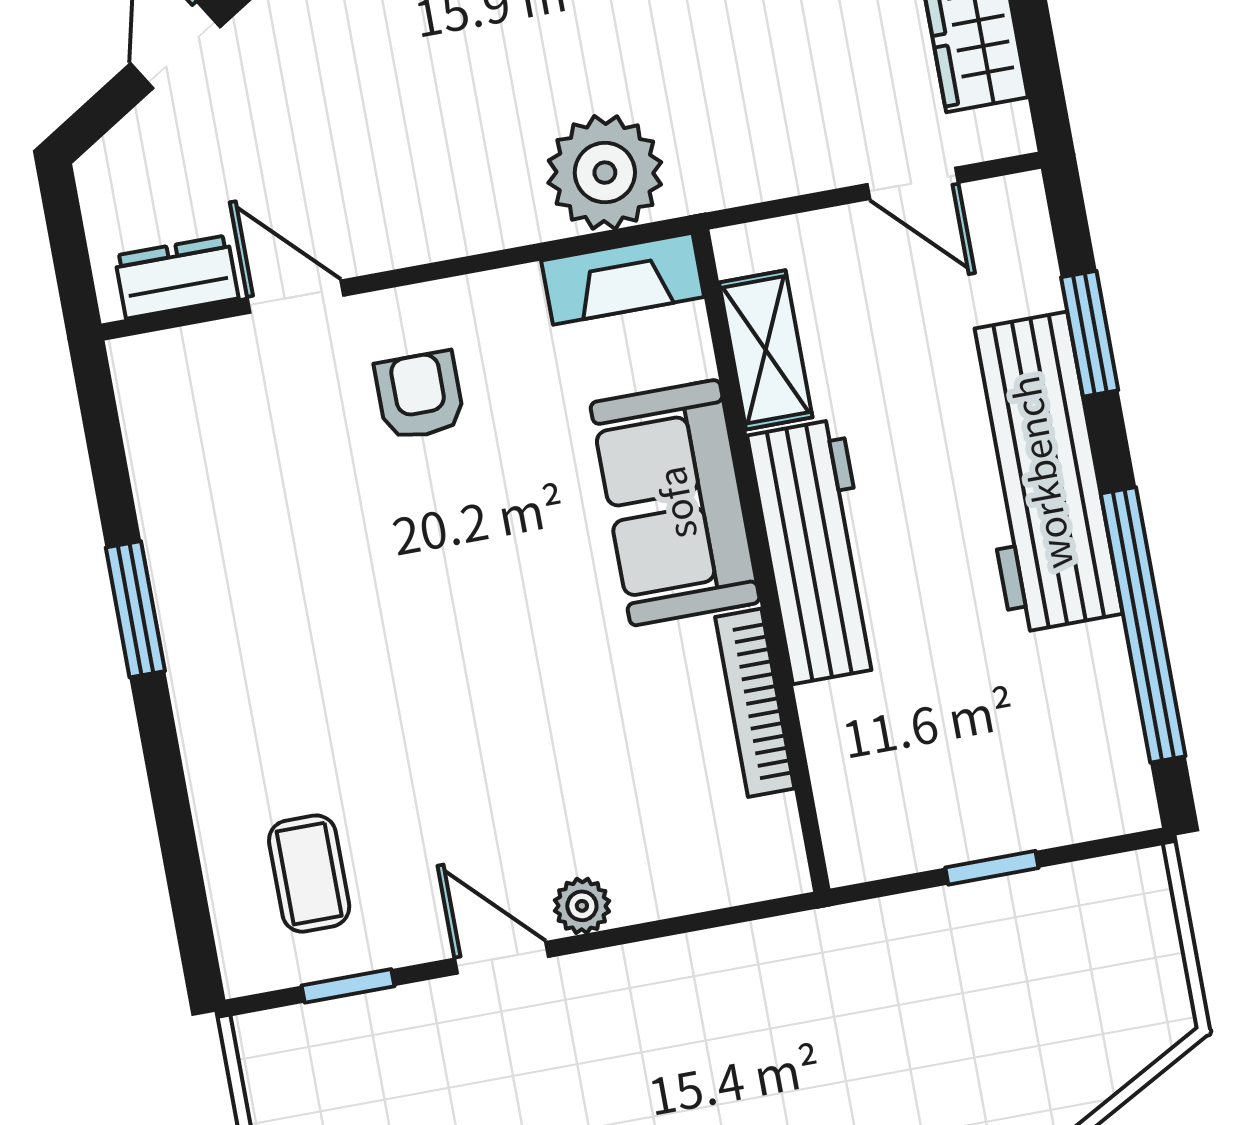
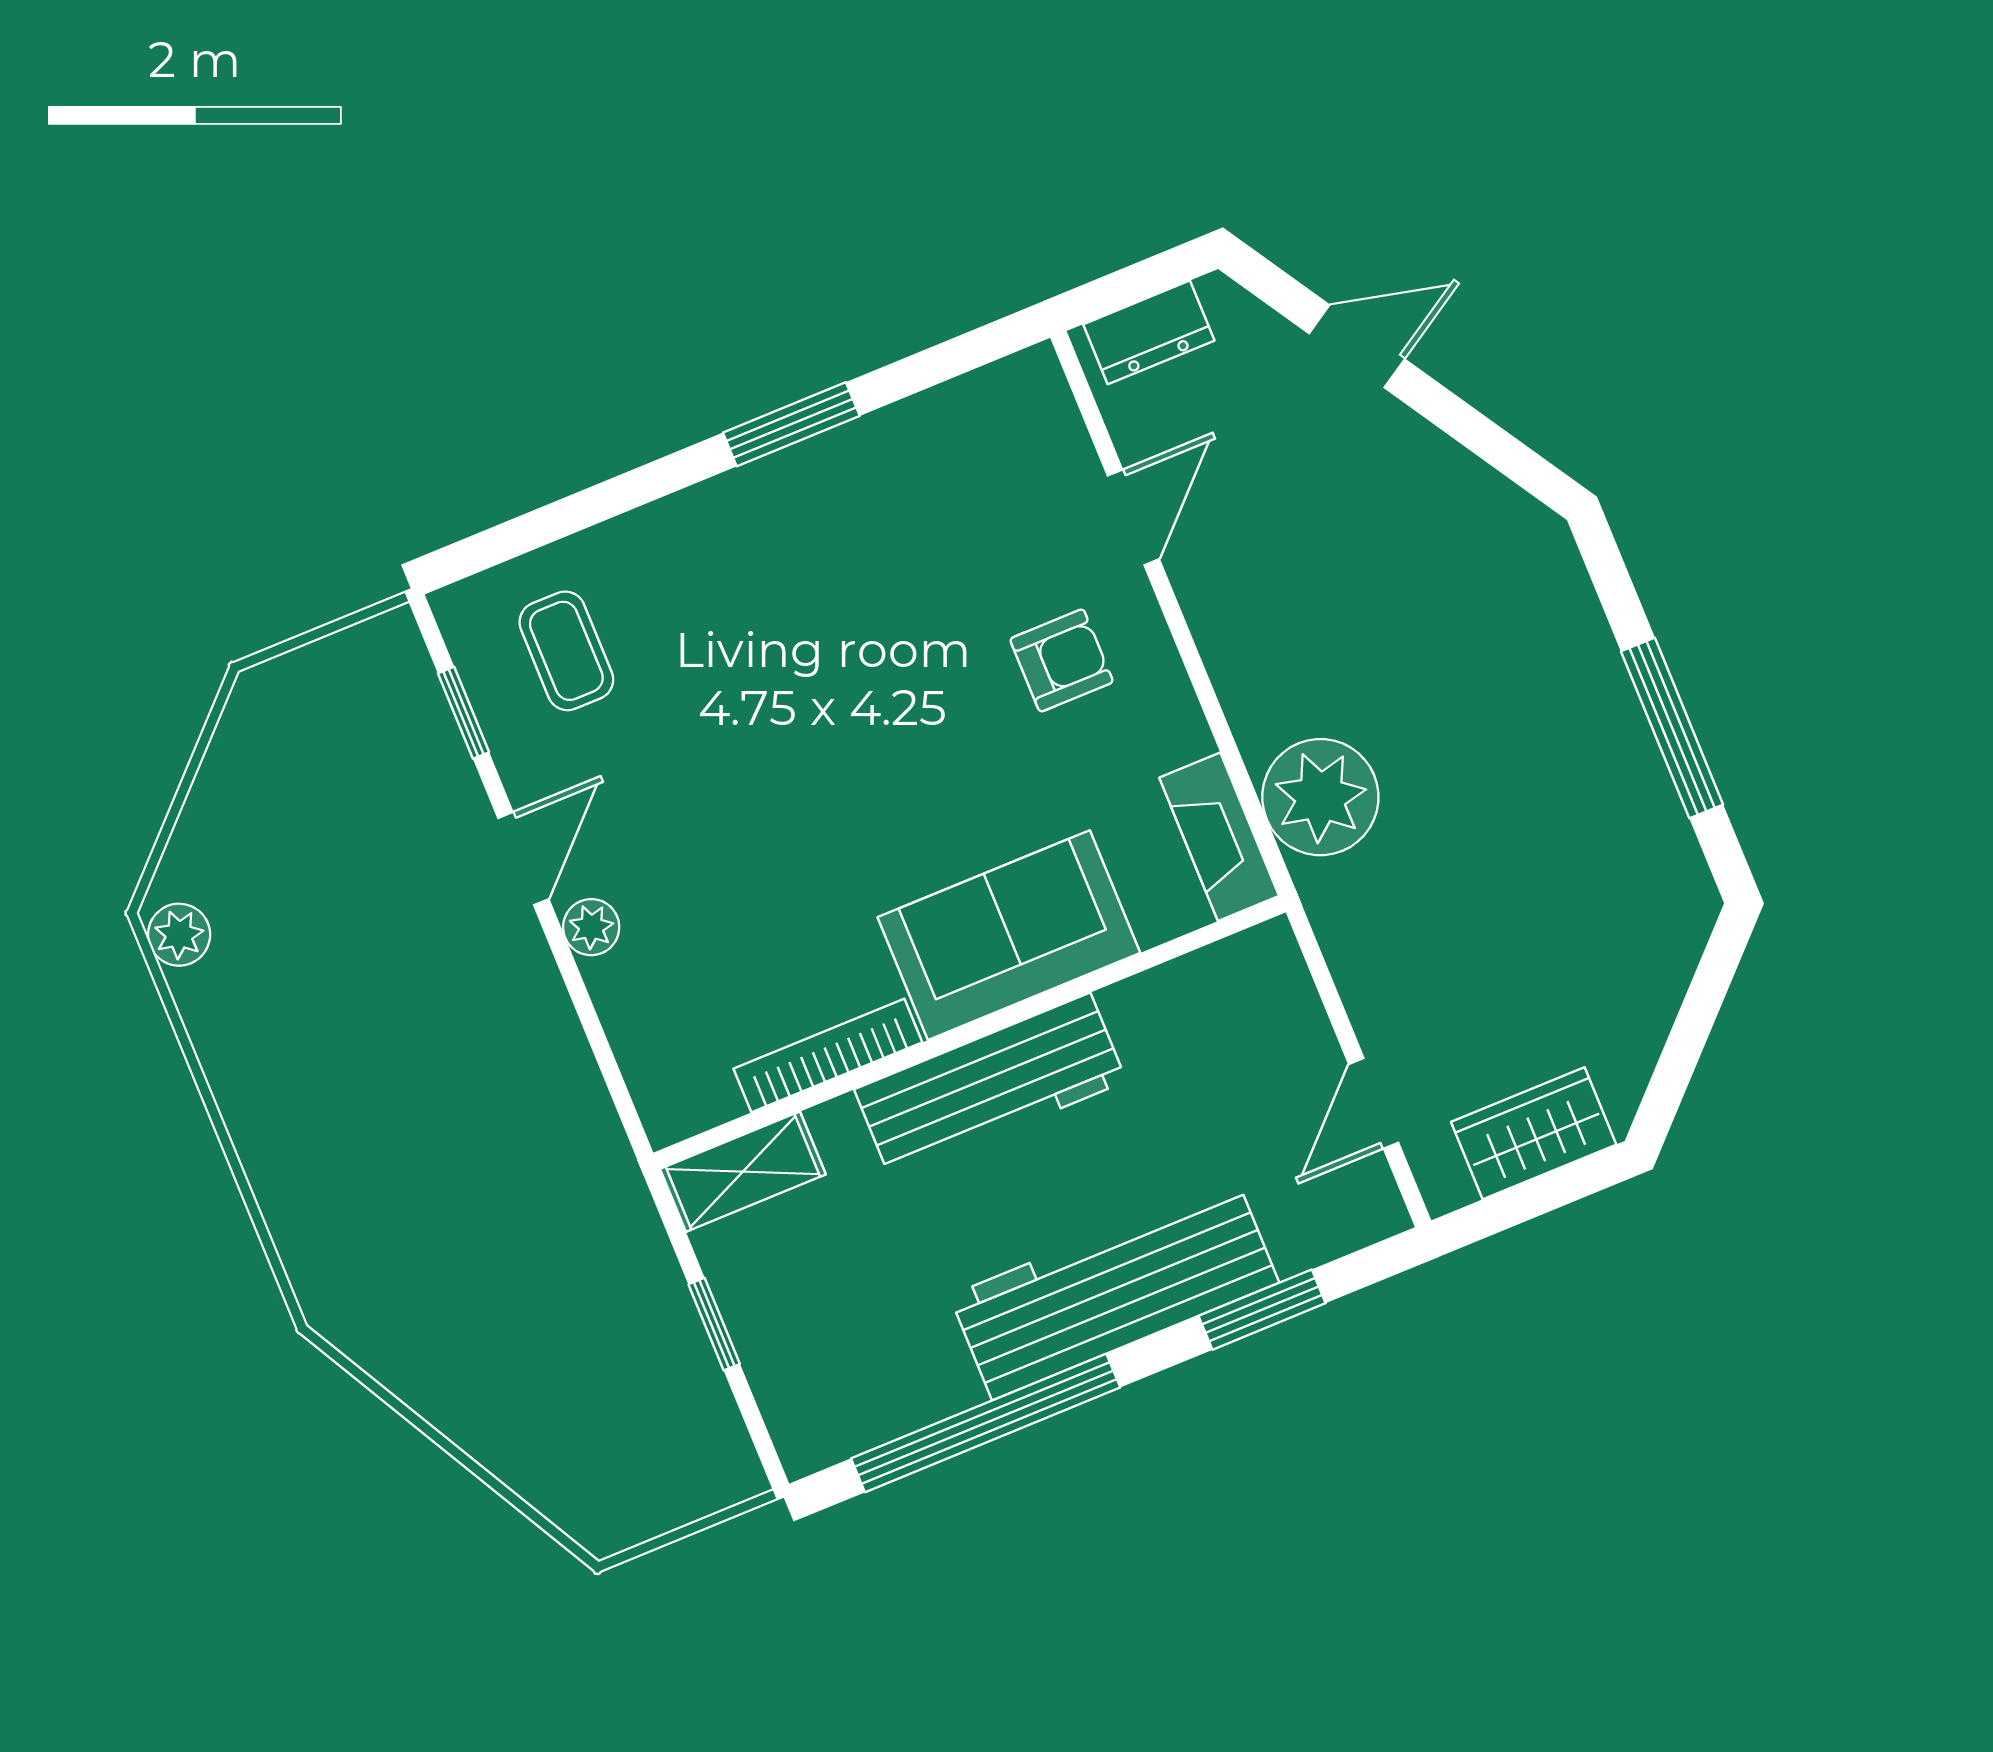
dresser: (177, 277) -> (1149, 332), moved, turned 90
shelving: (766, 350) -> (743, 1172), moved
coffee table: (309, 874) -> (566, 651), turned 90

